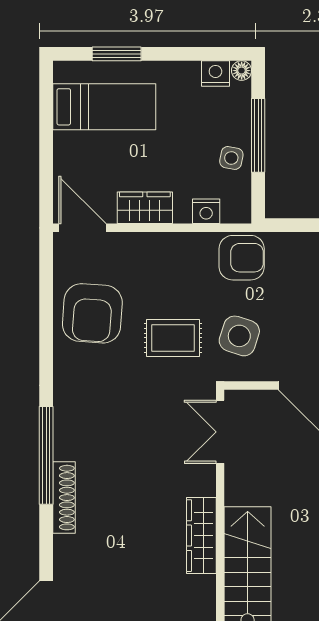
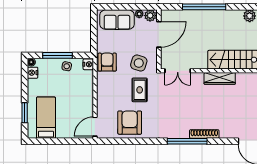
wardrobe: (145, 208) -> (87, 101), removed
nightstand: (206, 211) -> (88, 64), moved
armchair: (92, 313) -> (130, 123), turned -94

